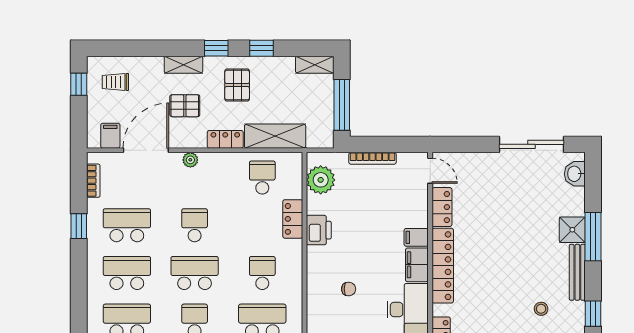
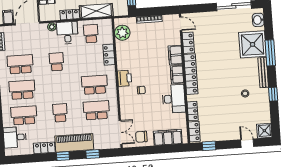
desk: (219, 173) -> (67, 33), added
printer: (319, 230) -> (124, 78), moved
shower: (572, 230) -> (253, 44), width x1.86, depth x1.86
filing cabinet: (416, 237) -> (175, 55), width x2.00
school desk: (195, 273) -> (58, 87), removed
school desk: (262, 273) -> (95, 85), width x1.85

